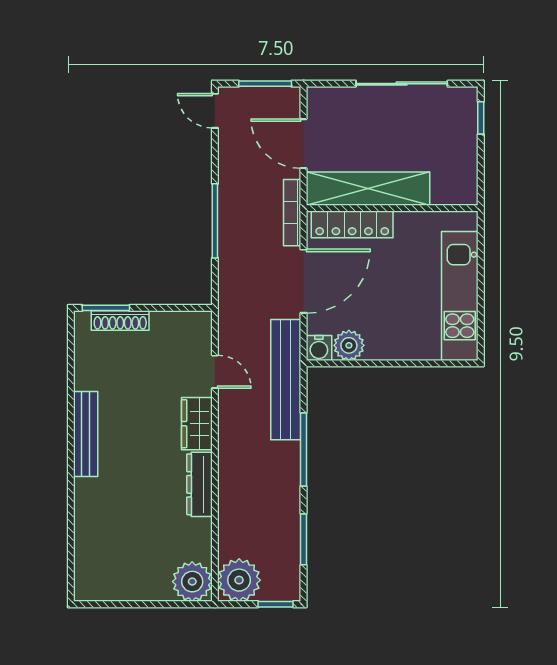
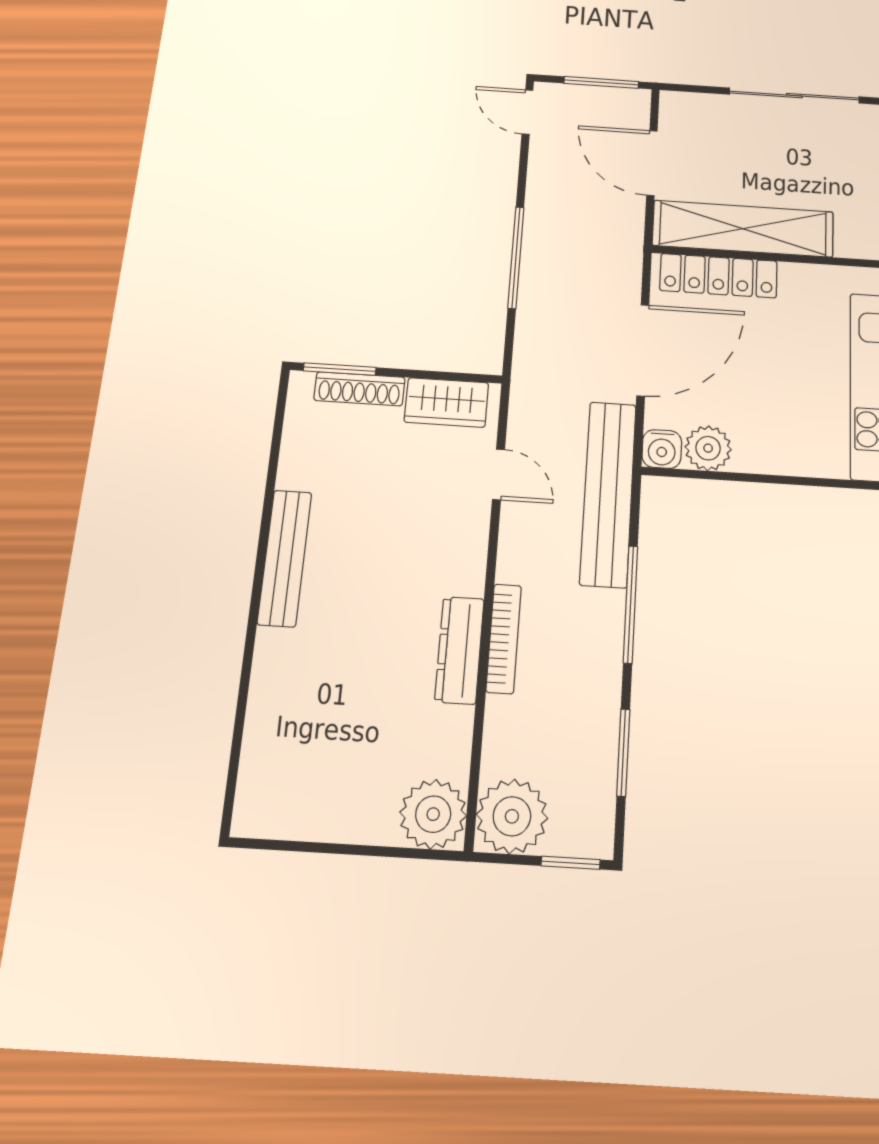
bookcase: (292, 213) -> (504, 639), moved, turned 180
wardrobe: (197, 424) -> (447, 402), moved, turned -90

